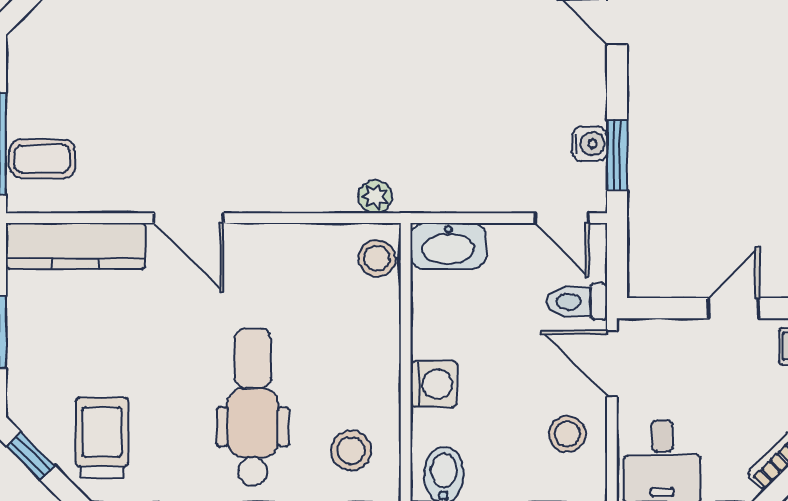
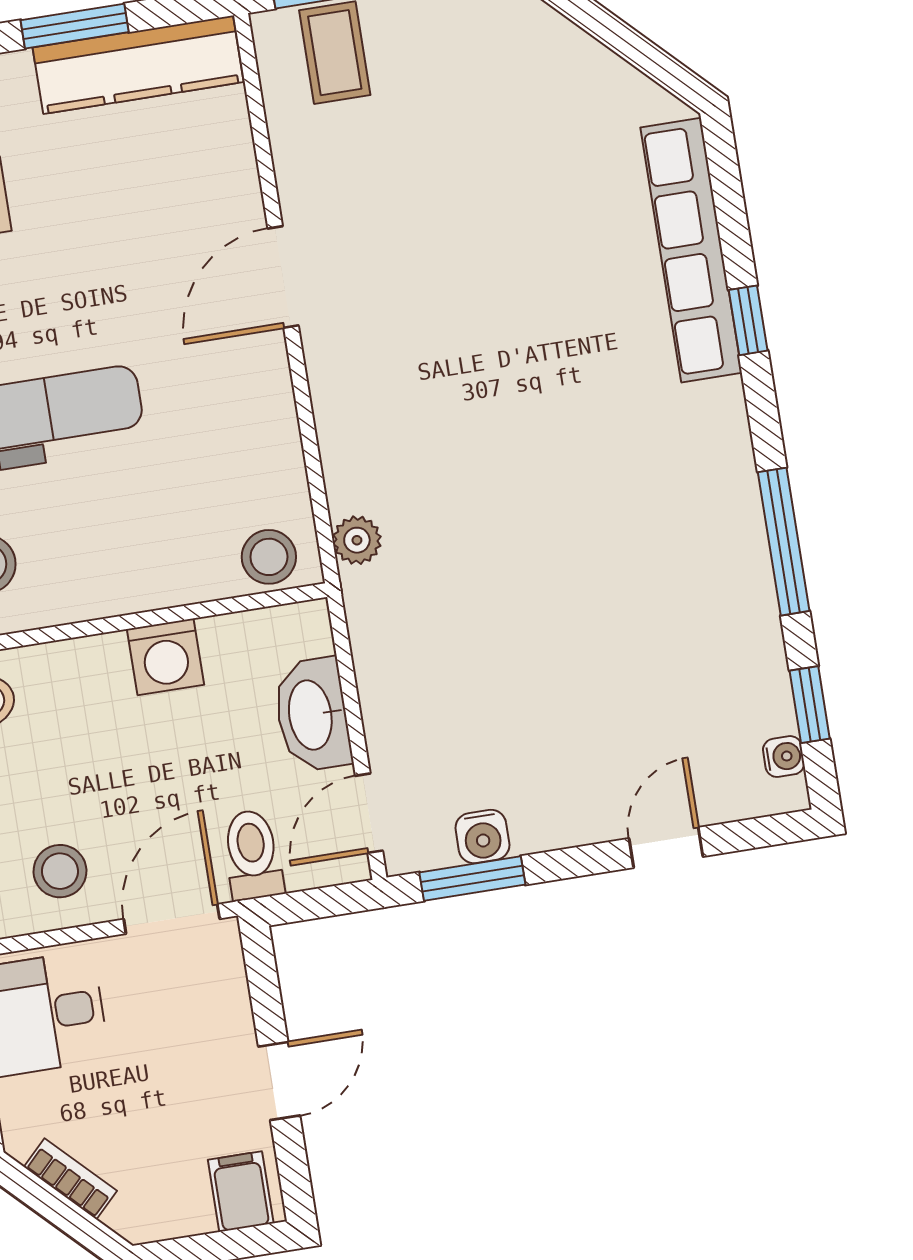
kitchen counter: (76, 246) -> (138, 65), moved, turned -90
washbasin: (448, 246) -> (312, 715), moved
door: (733, 308) -> (279, 1081), hinge flipped
washing machine: (434, 384) -> (166, 657), moved

